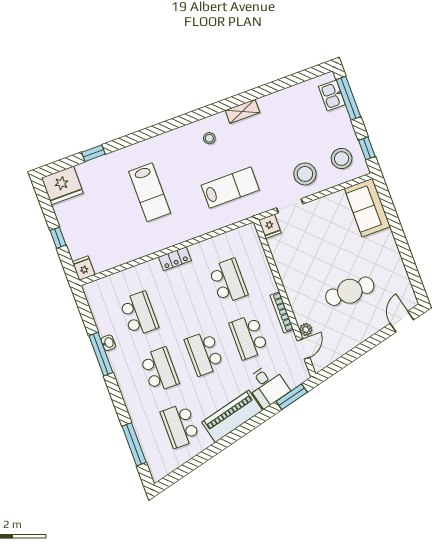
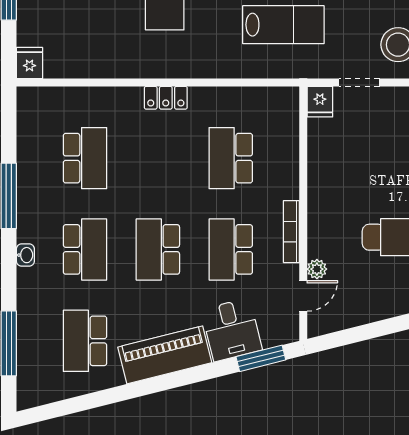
school desk: (228, 281) -> (231, 158), turned 180
washbasin: (108, 343) -> (25, 255), moved

